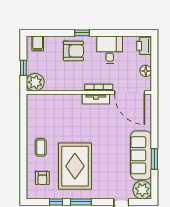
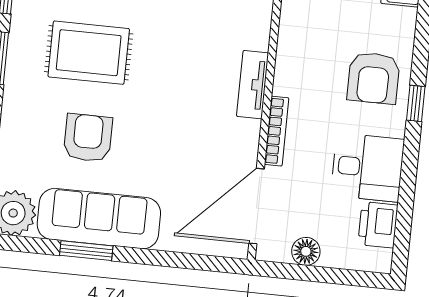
printer: (144, 46) -> (378, 225), moved, turned -90
tv unit: (96, 99) -> (253, 85), moved
armchair: (109, 163) -> (88, 138), added
rug: (75, 166) -> (89, 53), width x0.73, depth x0.69

